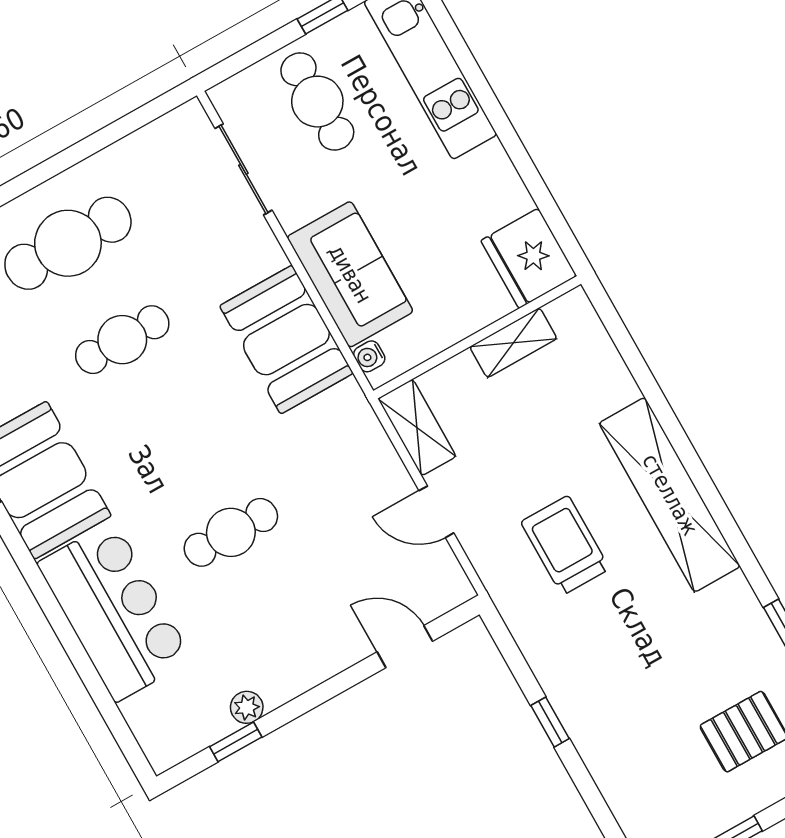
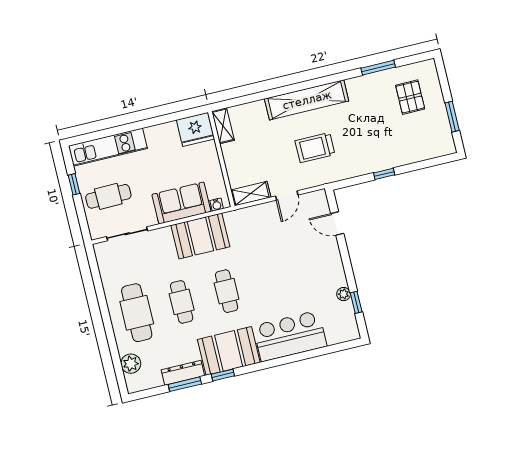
shelving: (513, 343) -> (223, 126), moved
cafe table: (231, 532) -> (227, 291), moved
door: (405, 647) -> (337, 224), hinge flipped

